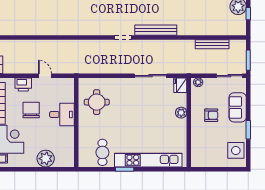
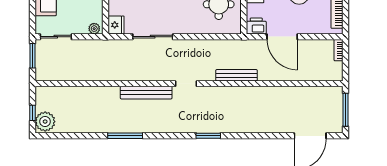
bench: (212, 44) -> (236, 75), moved
door: (45, 76) -> (282, 37), width x1.87
printer: (23, 84) -> (256, 26), moved

